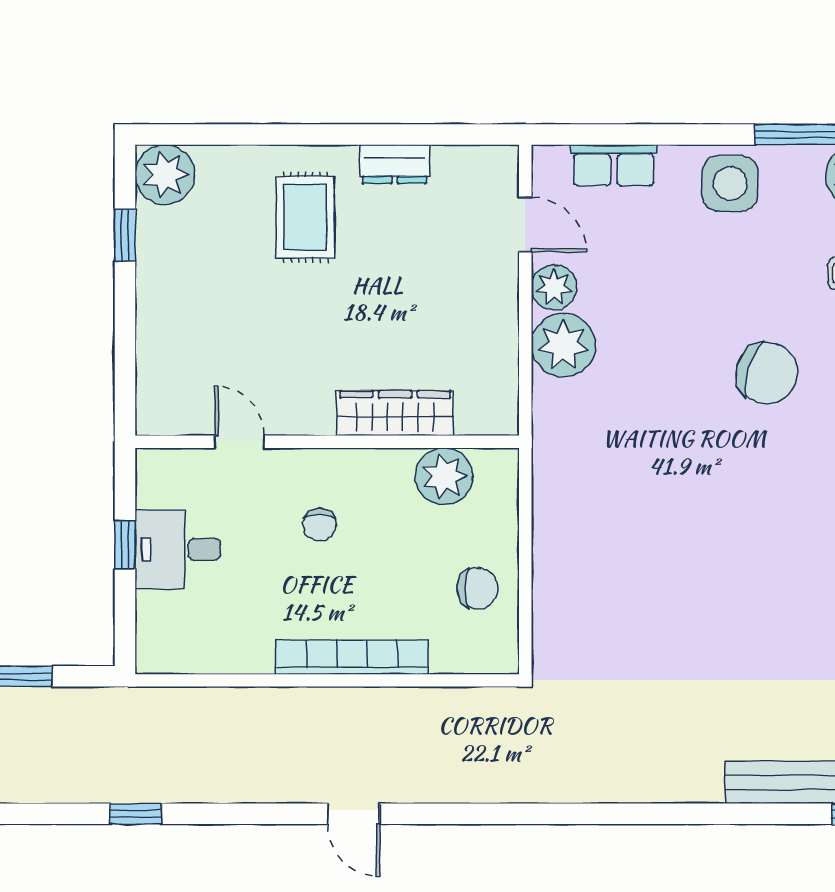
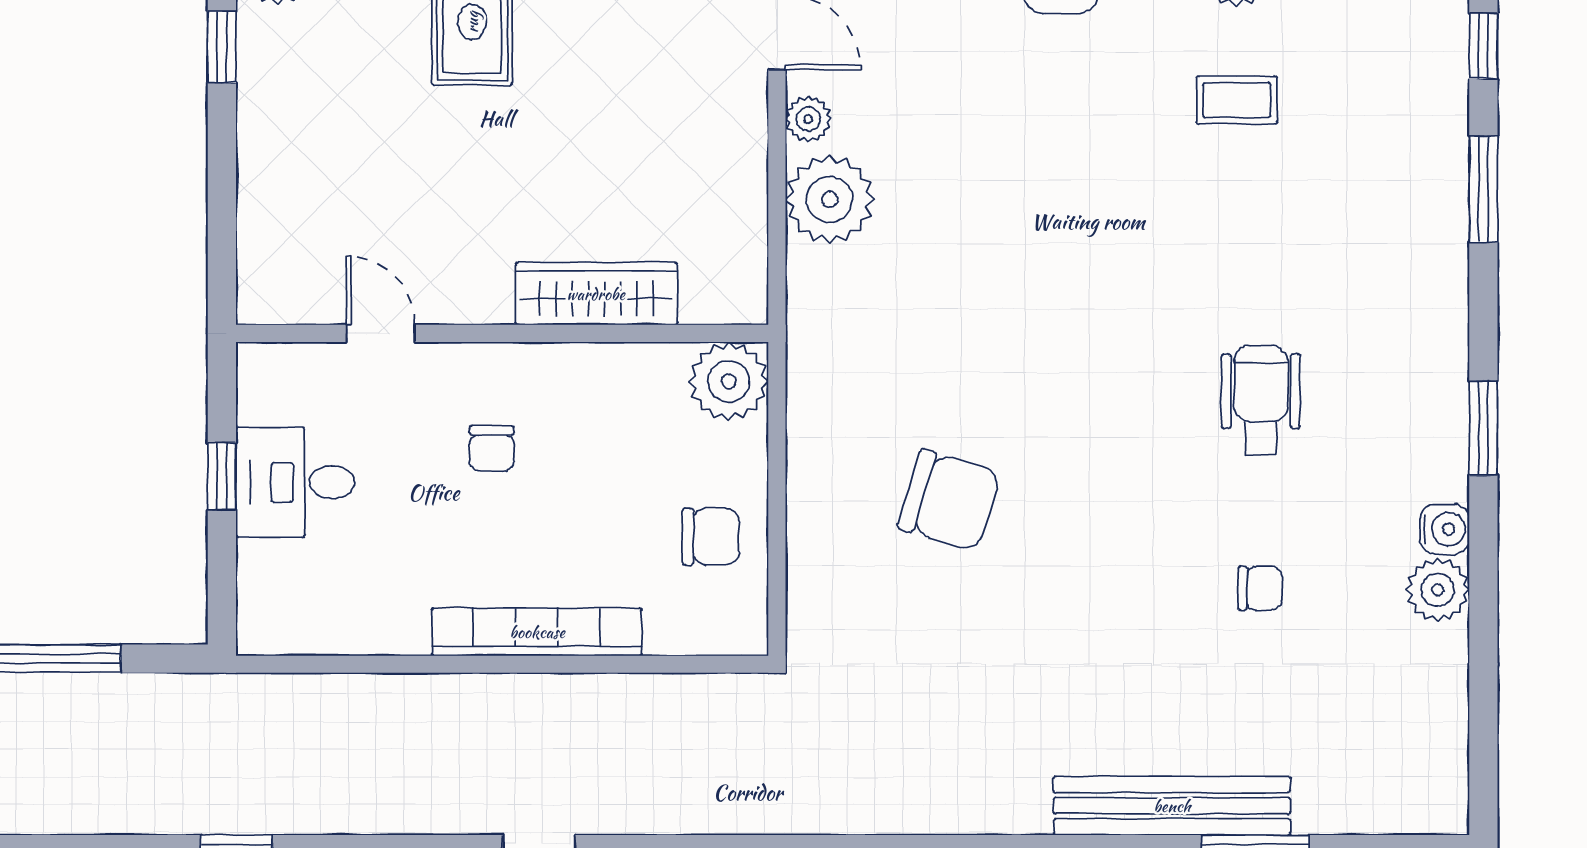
plant: (554, 287) -> (808, 119), width x0.73, depth x0.73
chair: (767, 373) -> (949, 500), moved
plant: (444, 476) -> (729, 381), moved

